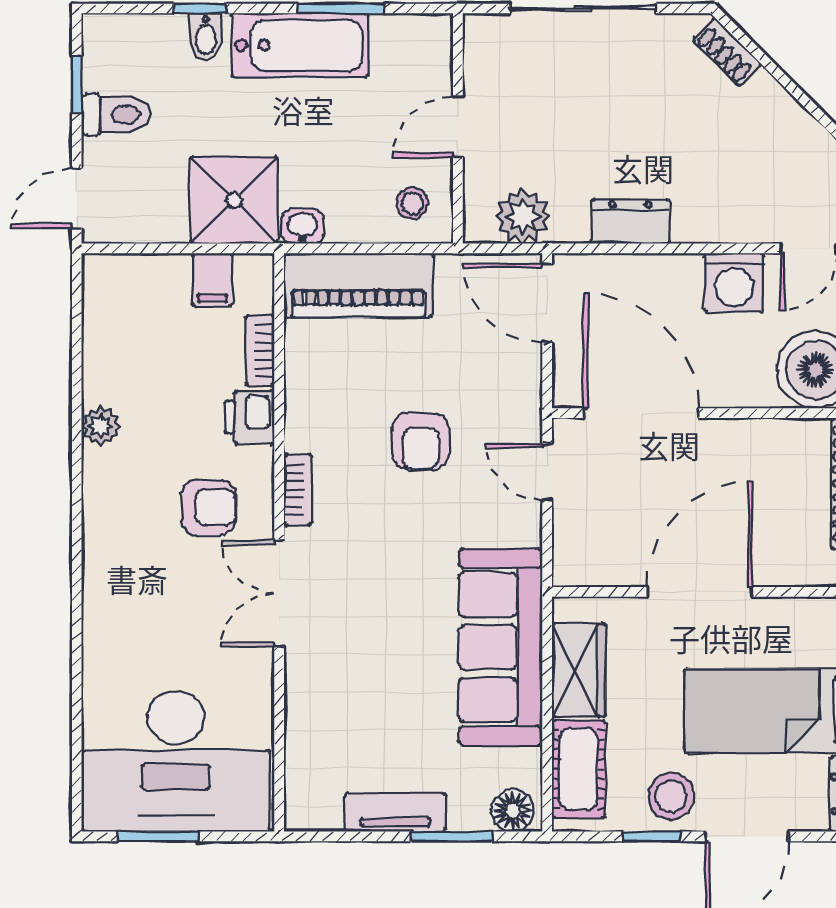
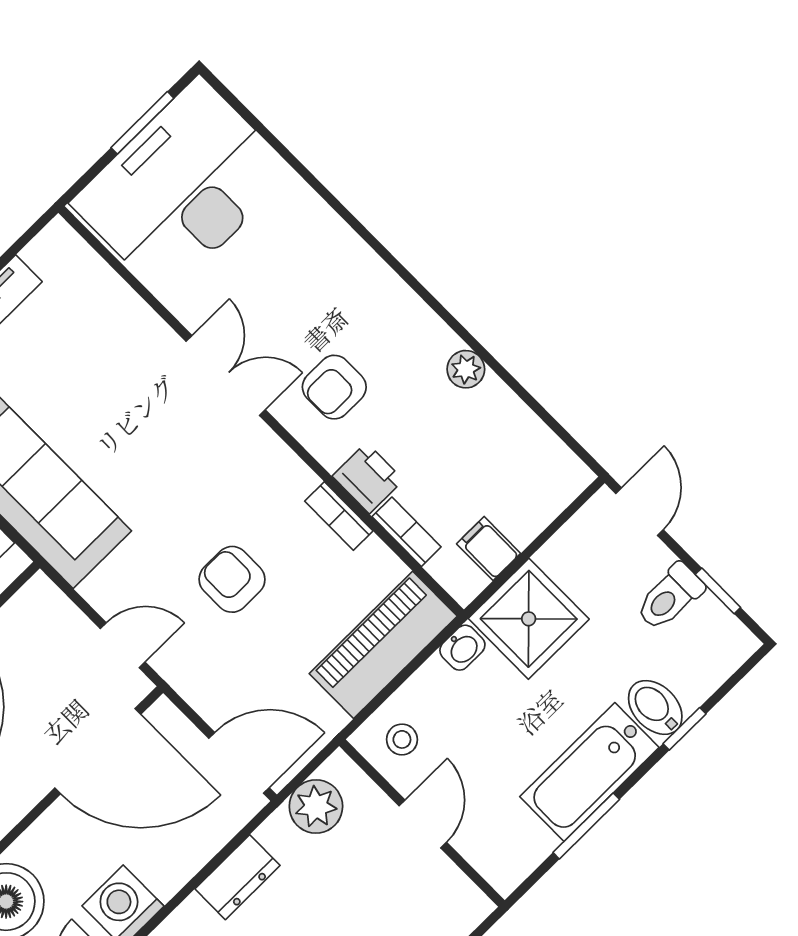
bidet: (206, 37) -> (655, 707), width x1.38, depth x1.36
bookcase: (298, 490) -> (339, 516), moved

